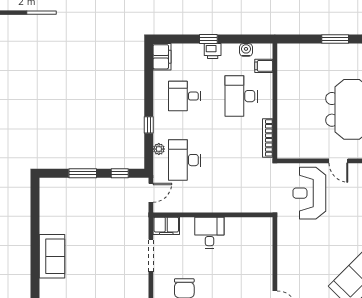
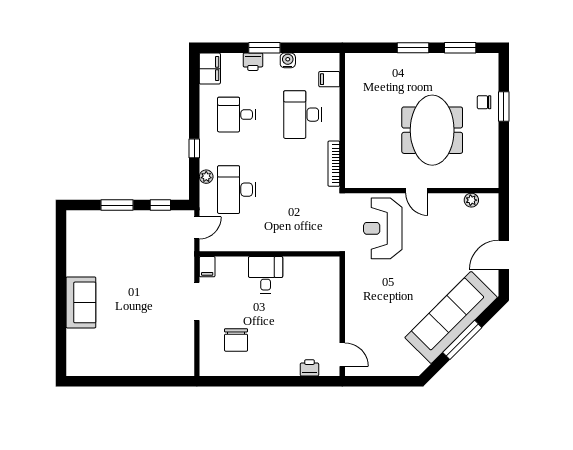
window: (208, 39) -> (264, 48), width x1.50
water cooler: (246, 50) -> (288, 60), moved
printer: (213, 51) -> (253, 62), moved
filing cabinet: (166, 226) -> (207, 267), width x0.50

